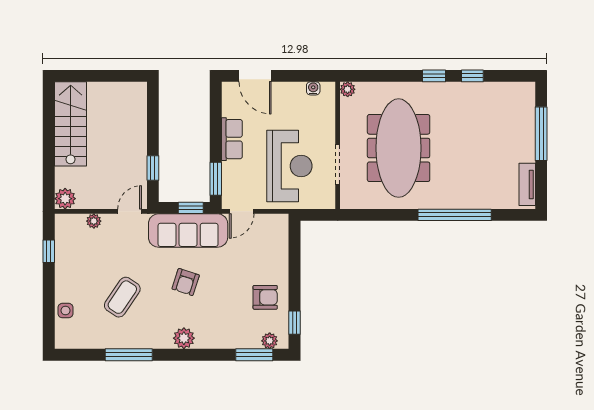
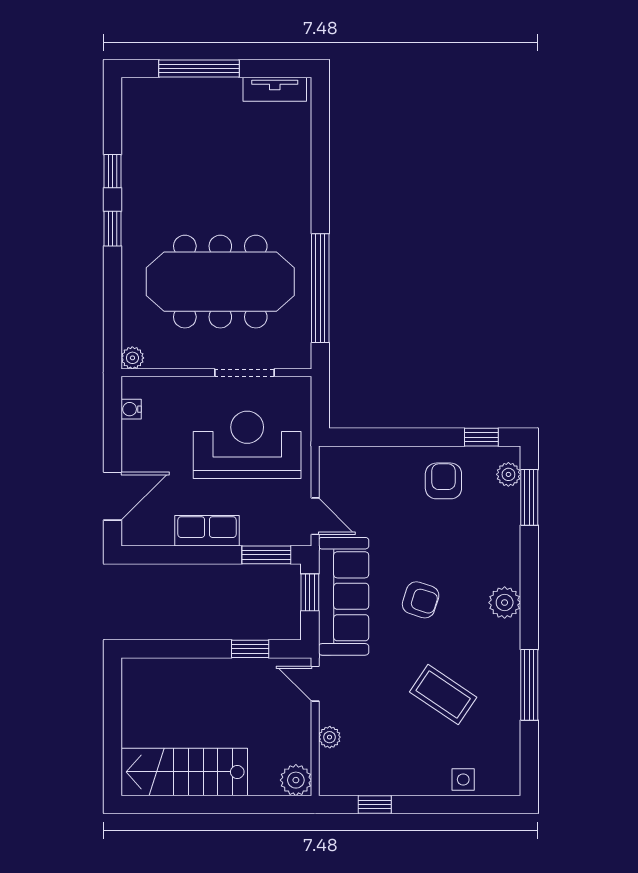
window: (455, 215) -> (320, 288), moved

